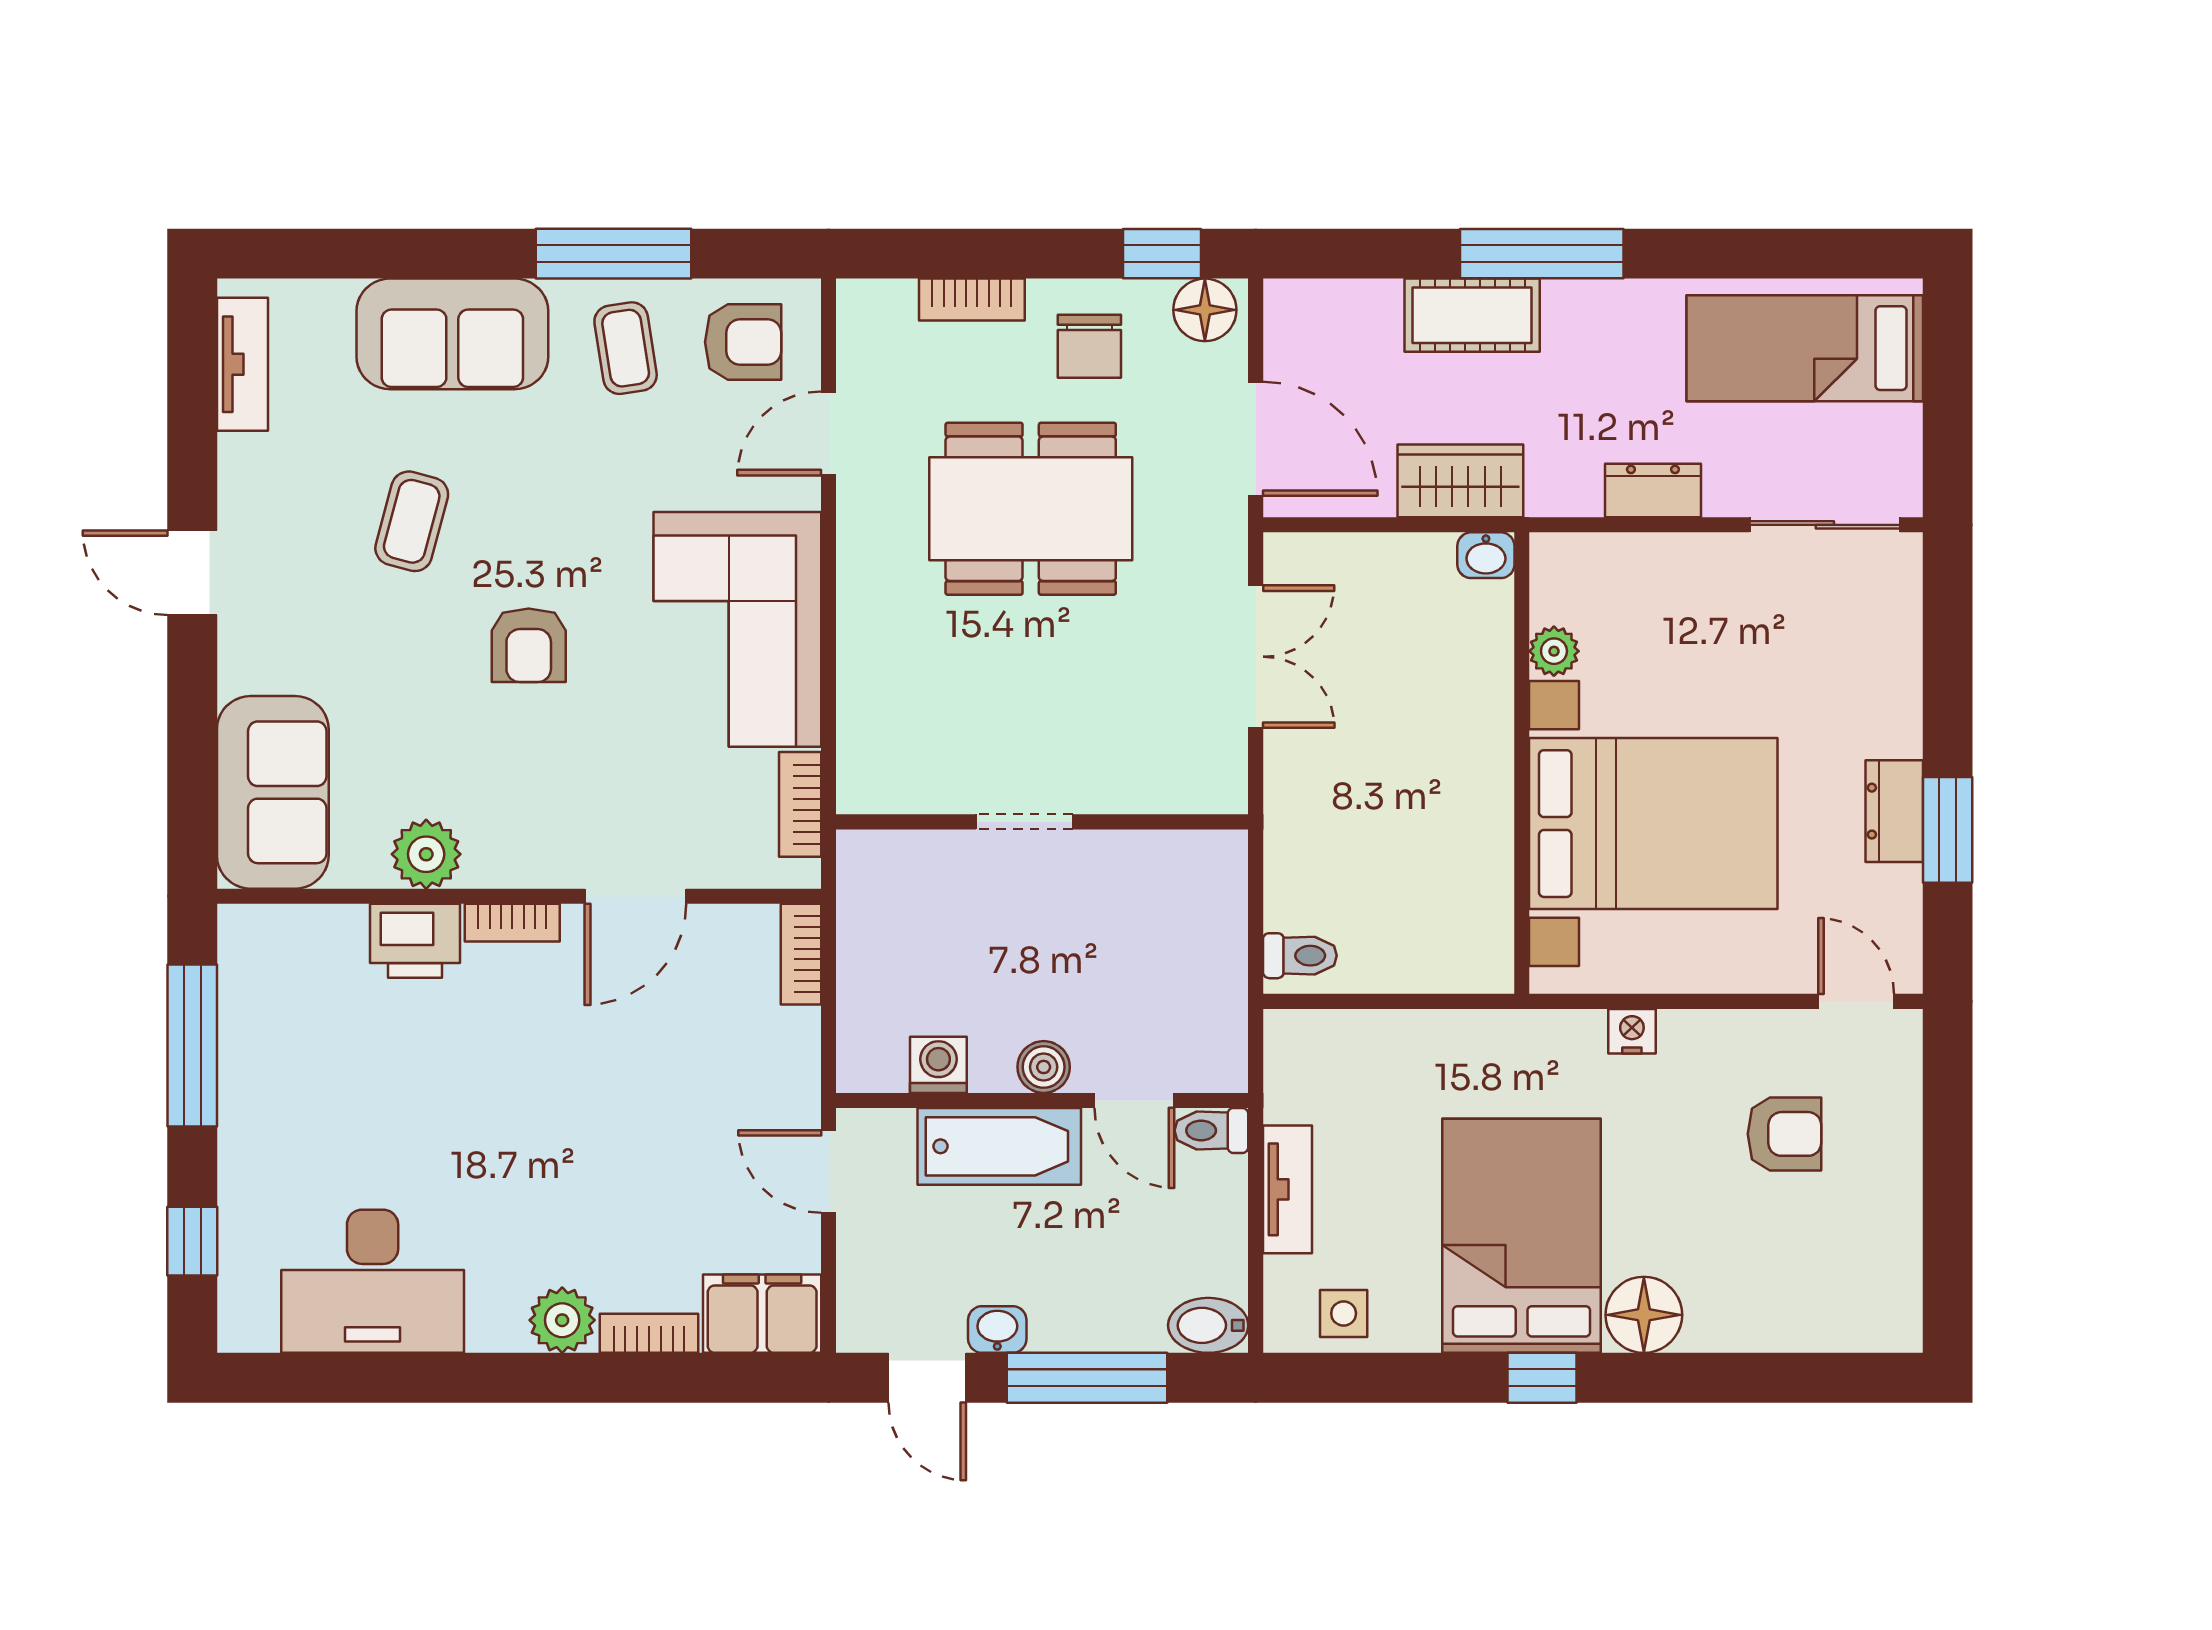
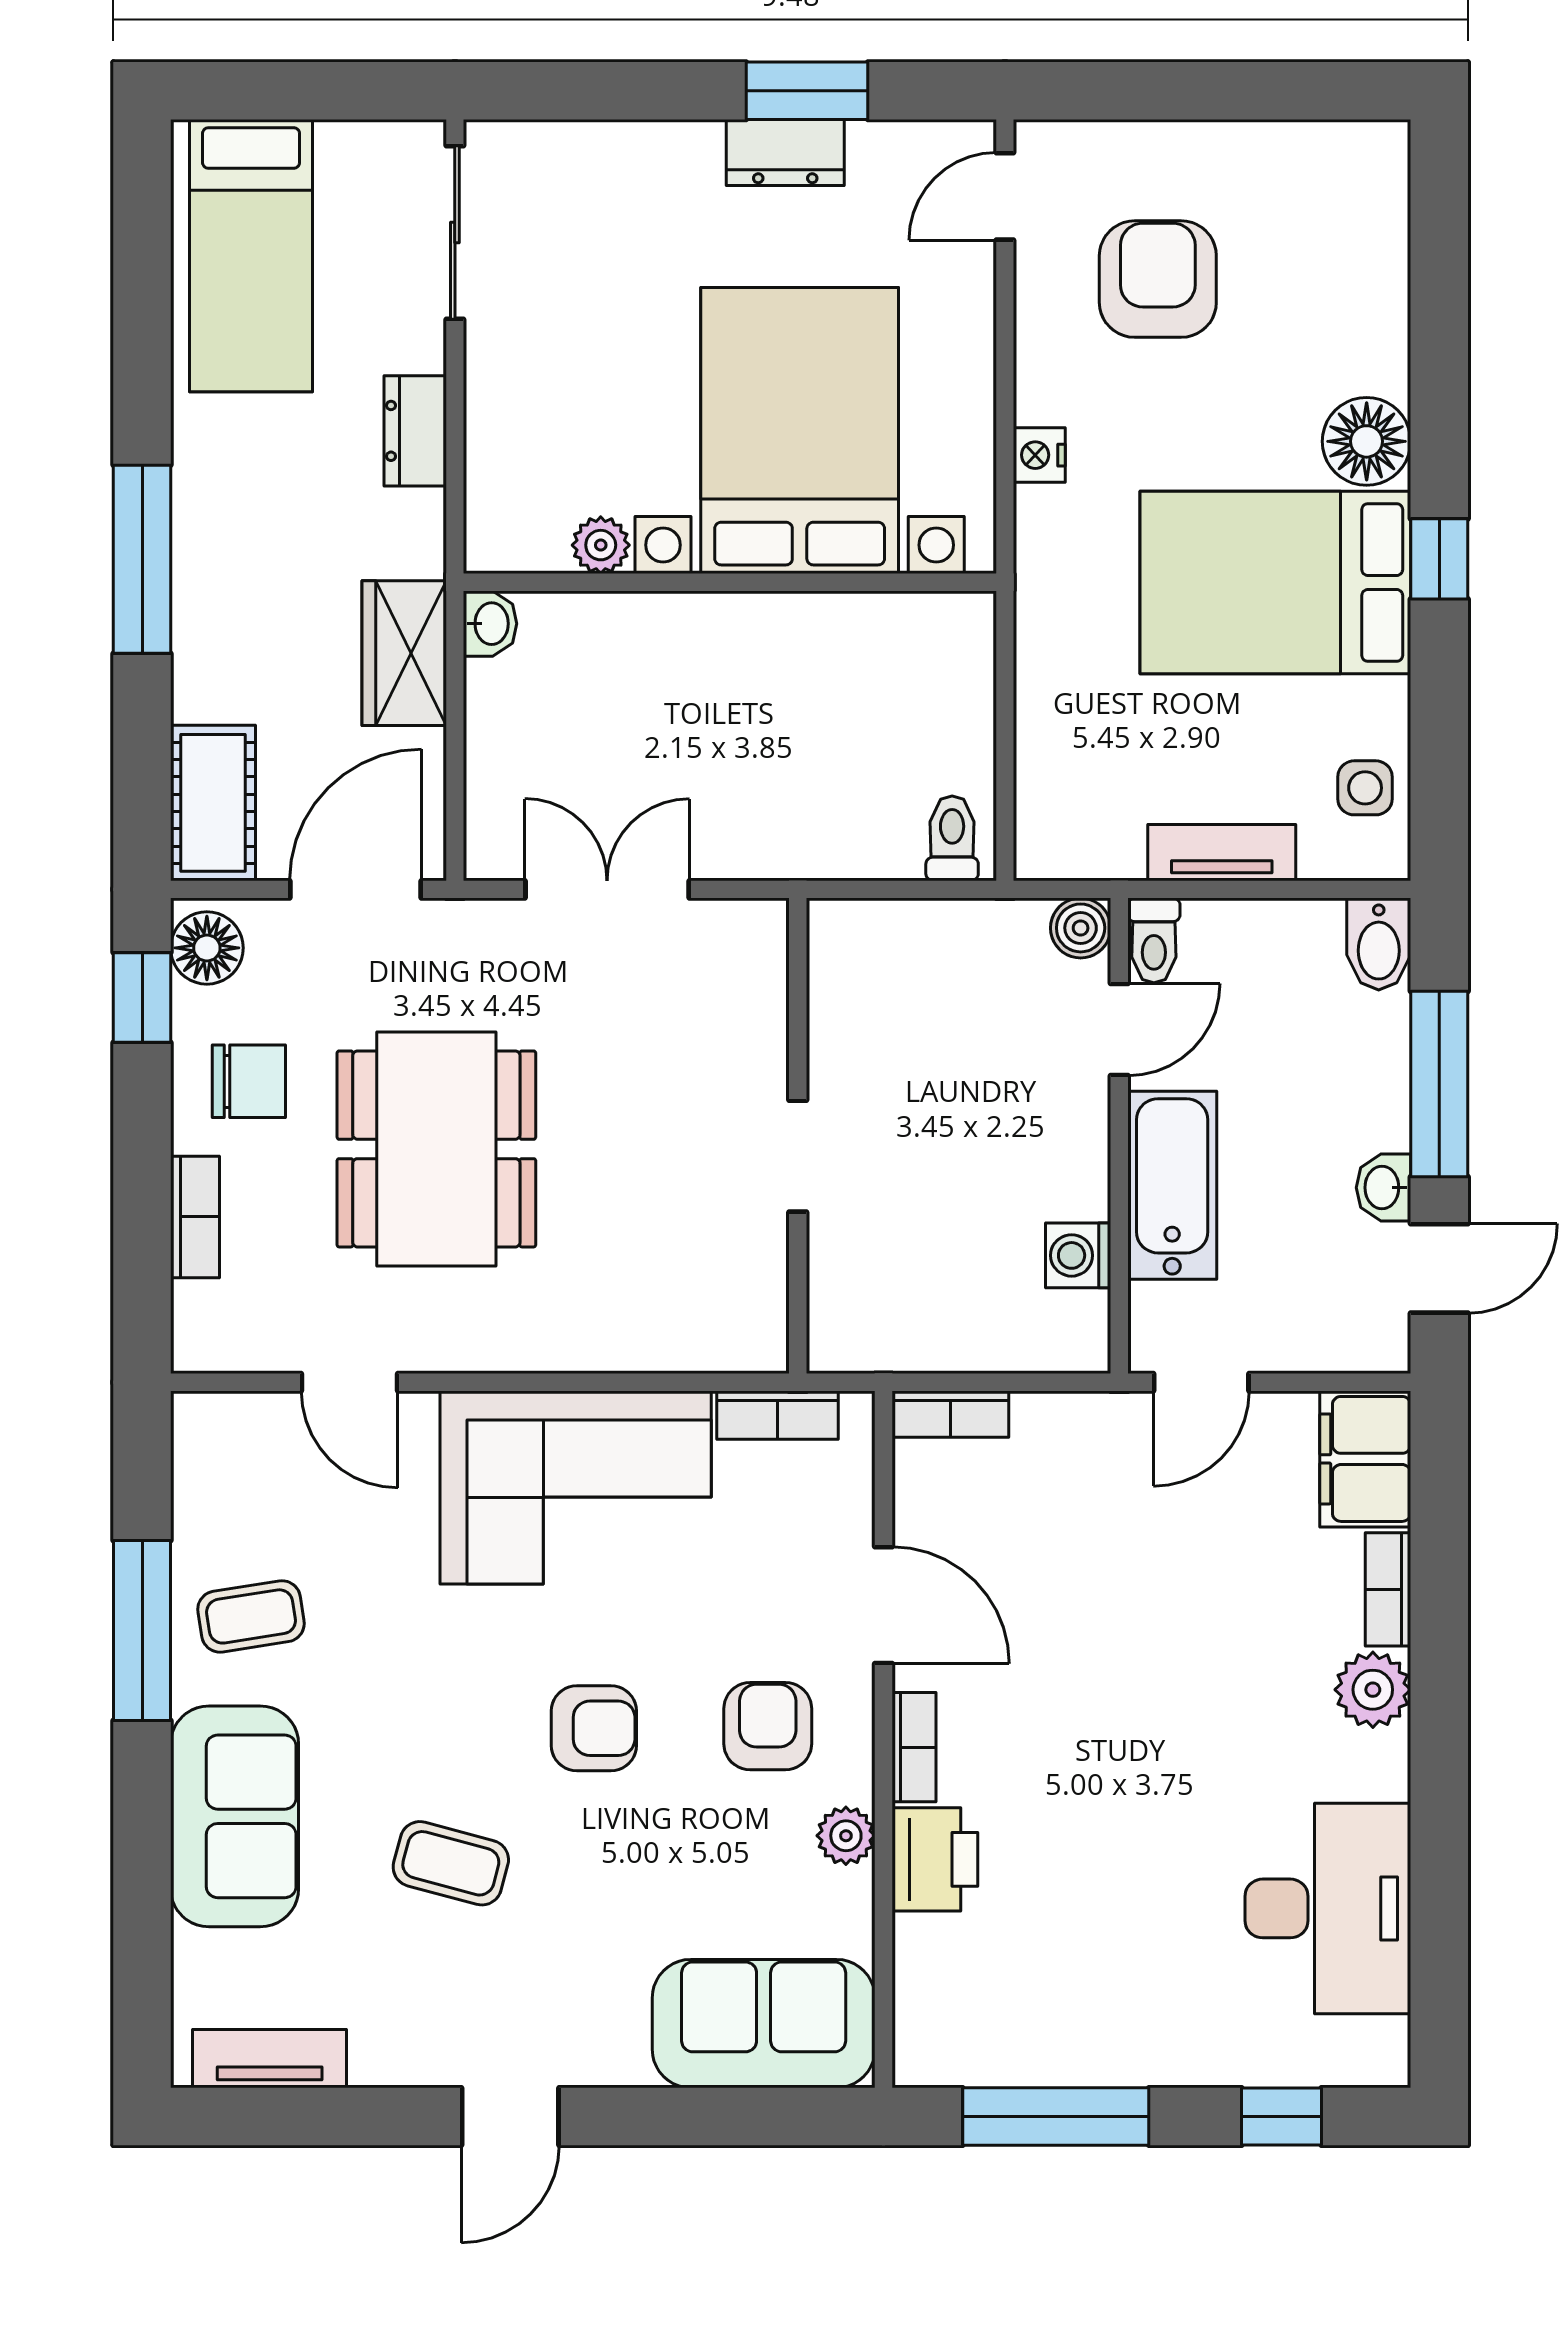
cot: (1472, 315) -> (213, 803), moved
armchair: (743, 342) -> (768, 1726), moved
plant: (426, 854) -> (846, 1836), width x0.73, depth x0.73
boiler: (1044, 1067) -> (1081, 928), moved
armchair: (1784, 1134) -> (1158, 279), width x1.38, depth x1.38

